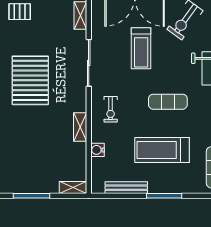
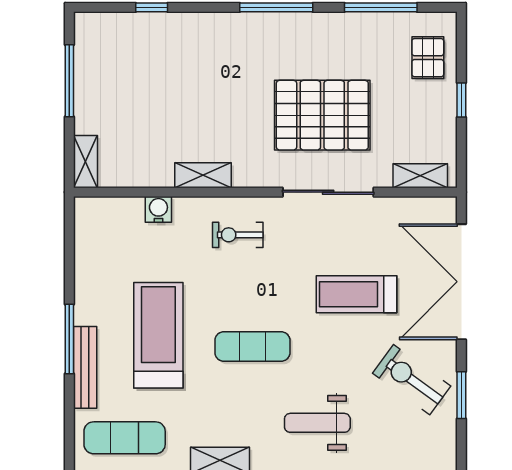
pallet: (30, 80) -> (322, 115), moved
exercise mat: (168, 102) -> (252, 346), turned 90
bench: (126, 188) -> (85, 367), moved

